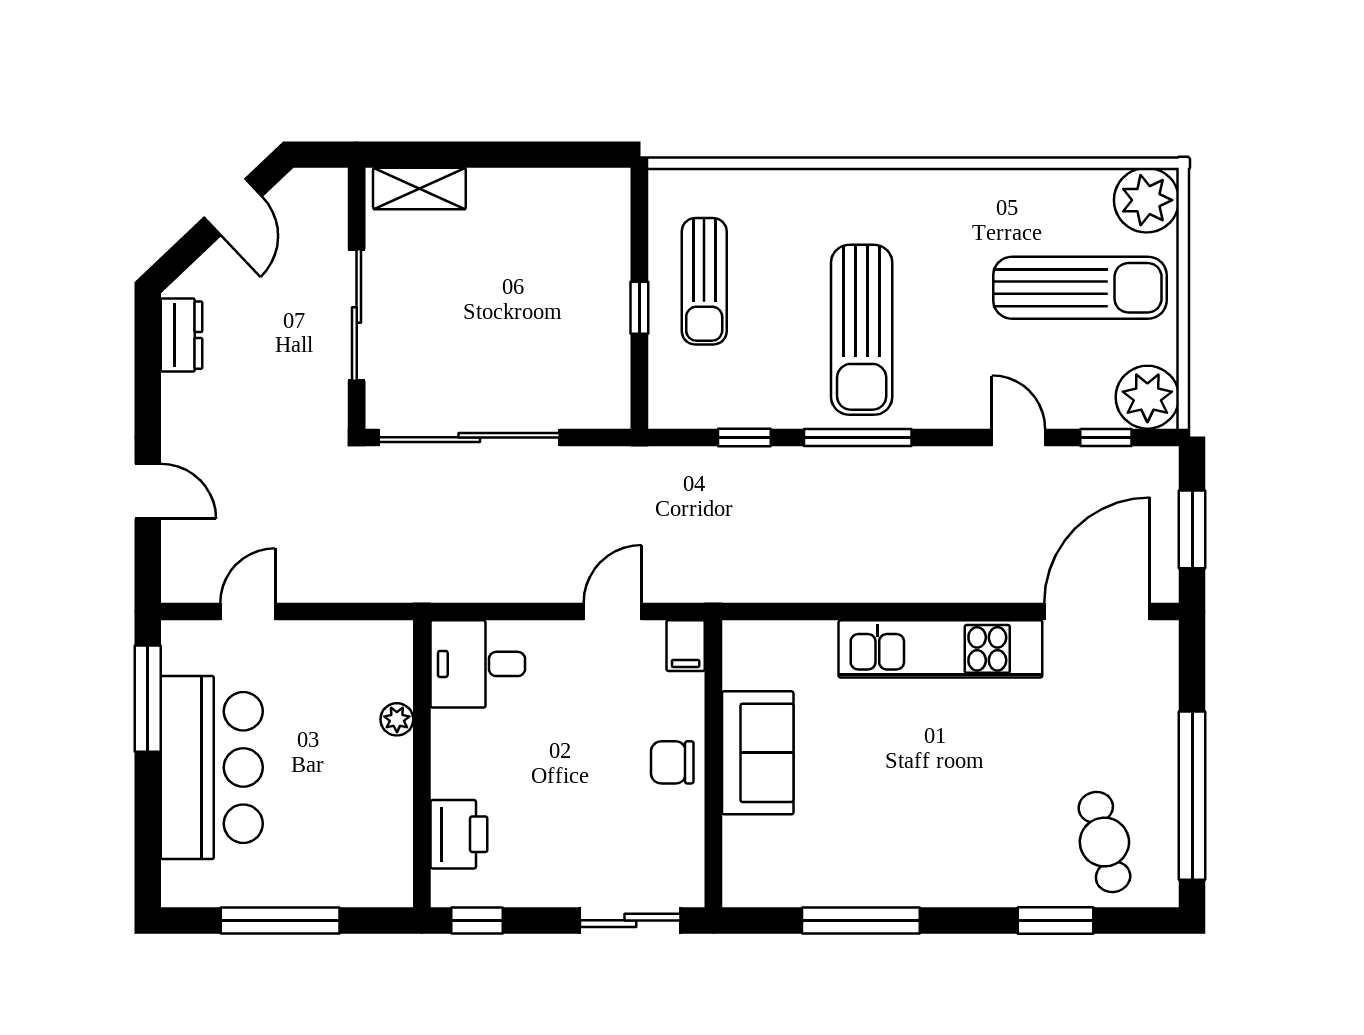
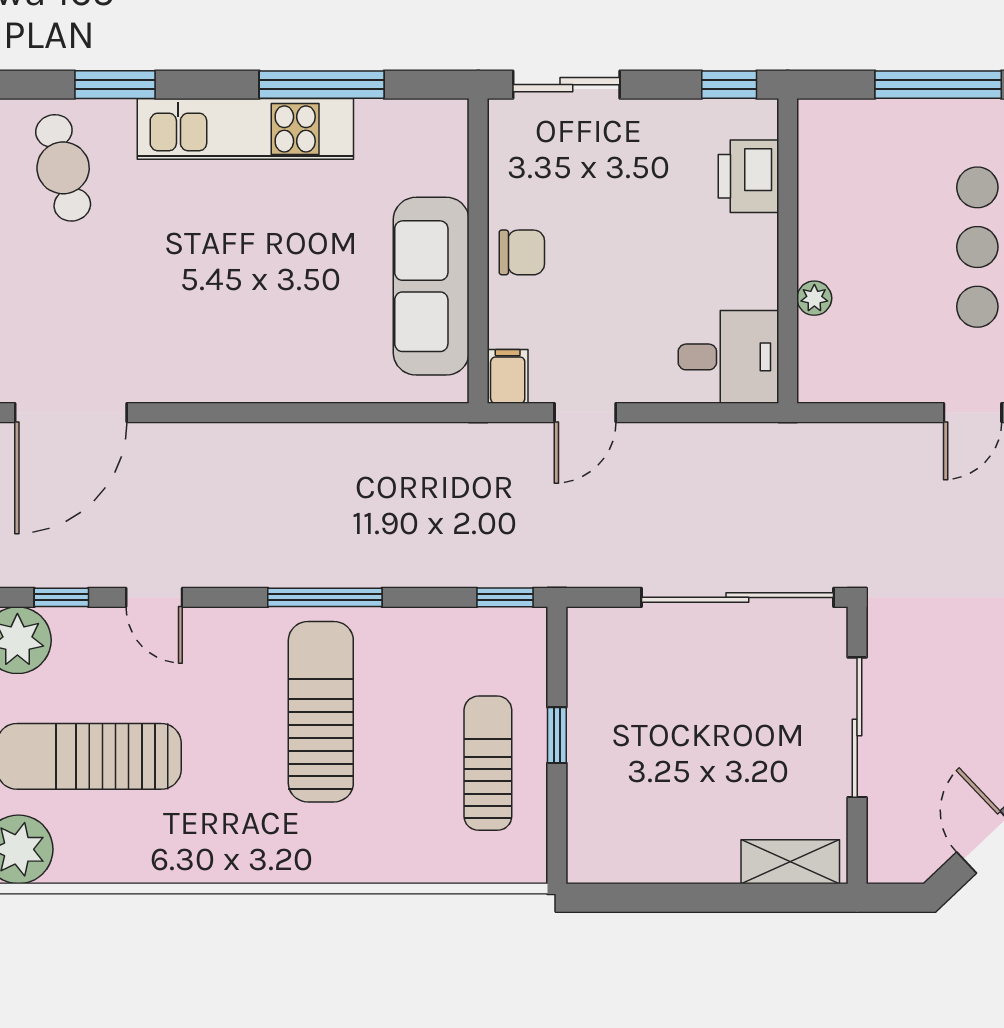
window: (744, 437) -> (505, 597), moved
kitchen unit: (940, 649) -> (245, 129), moved, turned 180
sofa: (758, 753) -> (431, 286), width x1.36

